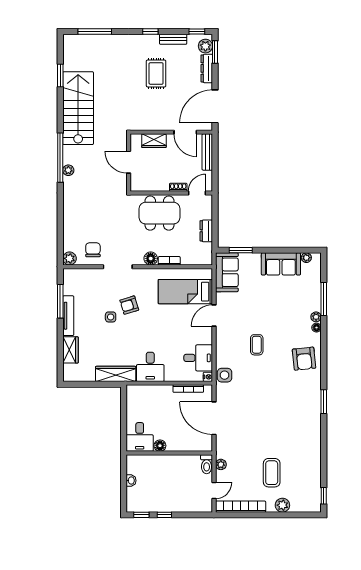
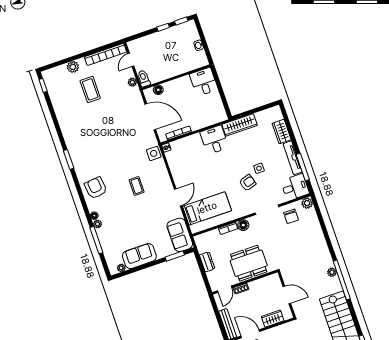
desk: (198, 358) -> (295, 187), moved, turned 180
floor lamp: (160, 446) -> (158, 90), moved

